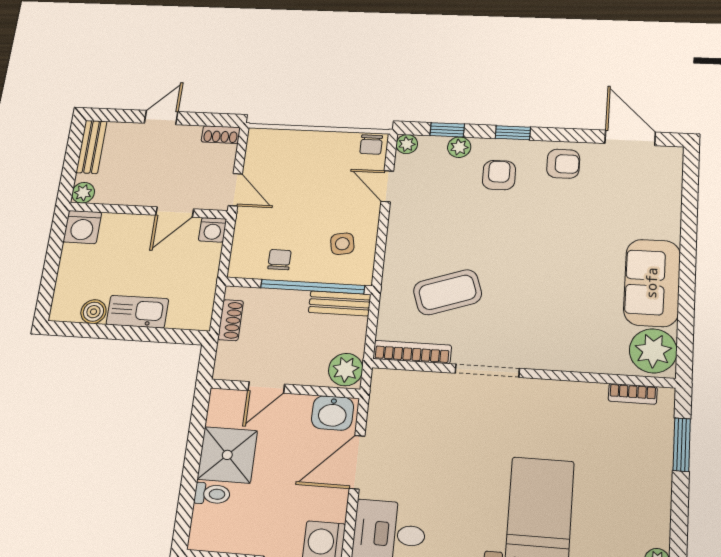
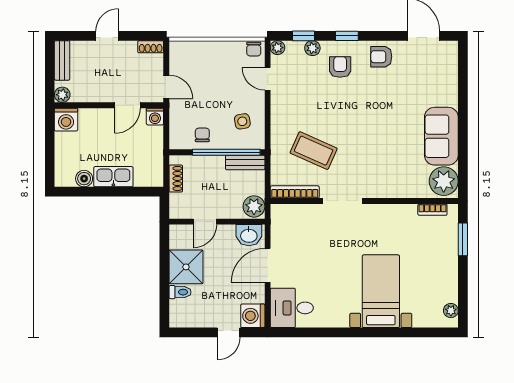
armchair: (563, 164) -> (381, 57), turned 180
coffee table: (448, 292) -> (314, 151), turned 43

